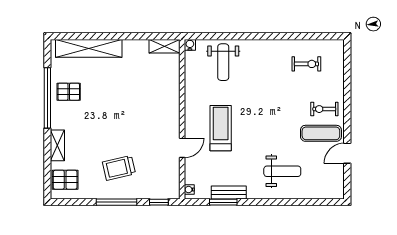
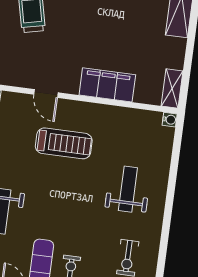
weight bench: (223, 62) -> (128, 189), moved, turned 90
filing cabinet: (168, 99) -> (107, 85), added

